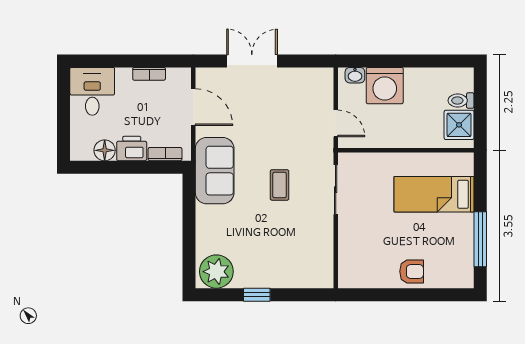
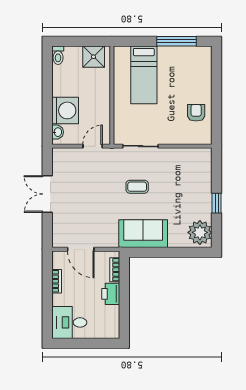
double door: (252, 61) -> (47, 194), moved
toilet: (461, 101) -> (58, 55), moved
door: (193, 107) -> (81, 249), swing flipped
floor lamp: (105, 150) -> (112, 313), removed
sofa: (215, 171) -> (143, 234), moved
armchair: (412, 271) -> (196, 113), moved

